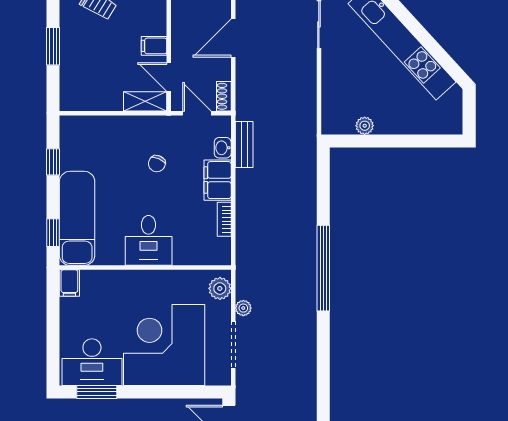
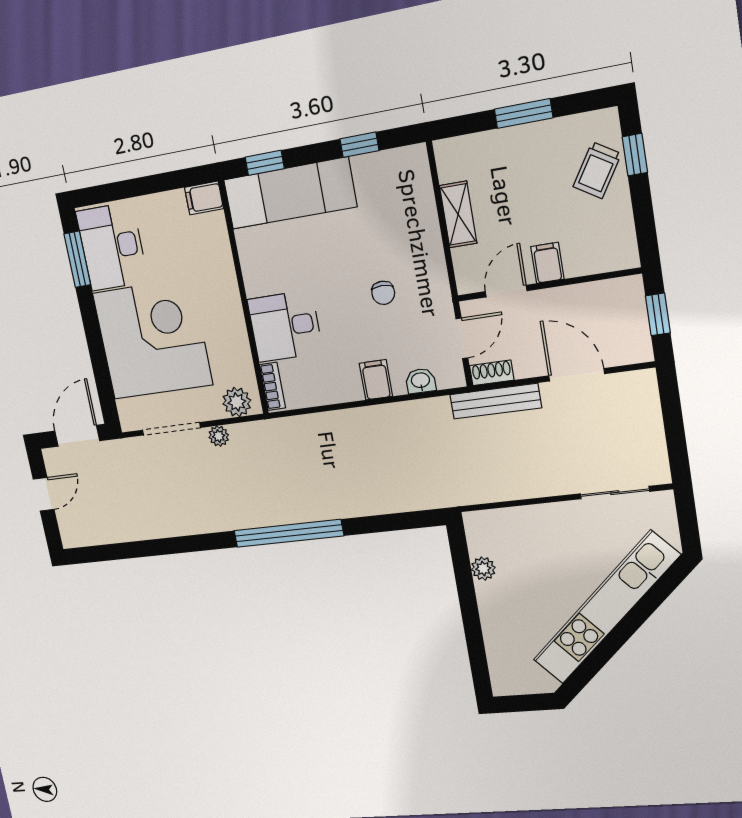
shelving: (145, 101) -> (458, 214), moved
bench: (244, 145) -> (496, 401), moved, width x1.36
chair: (157, 164) -> (383, 293), turned -114
filing cabinet: (218, 180) -> (376, 380), width x0.50
bookcase: (224, 219) -> (272, 386), moved, turned 90
desk: (149, 240) -> (285, 326), moved

